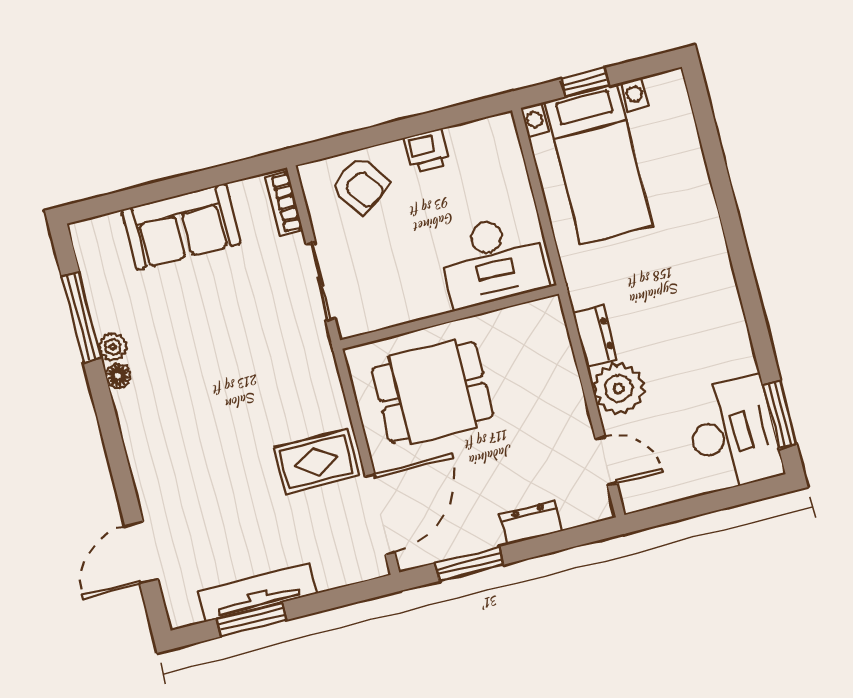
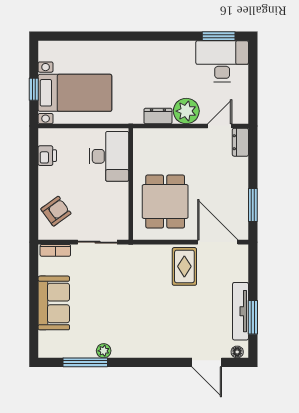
printer: (427, 150) -> (47, 156), moved
floor lamp: (118, 376) -> (237, 352), moved
dresser: (531, 523) -> (240, 142), moved

